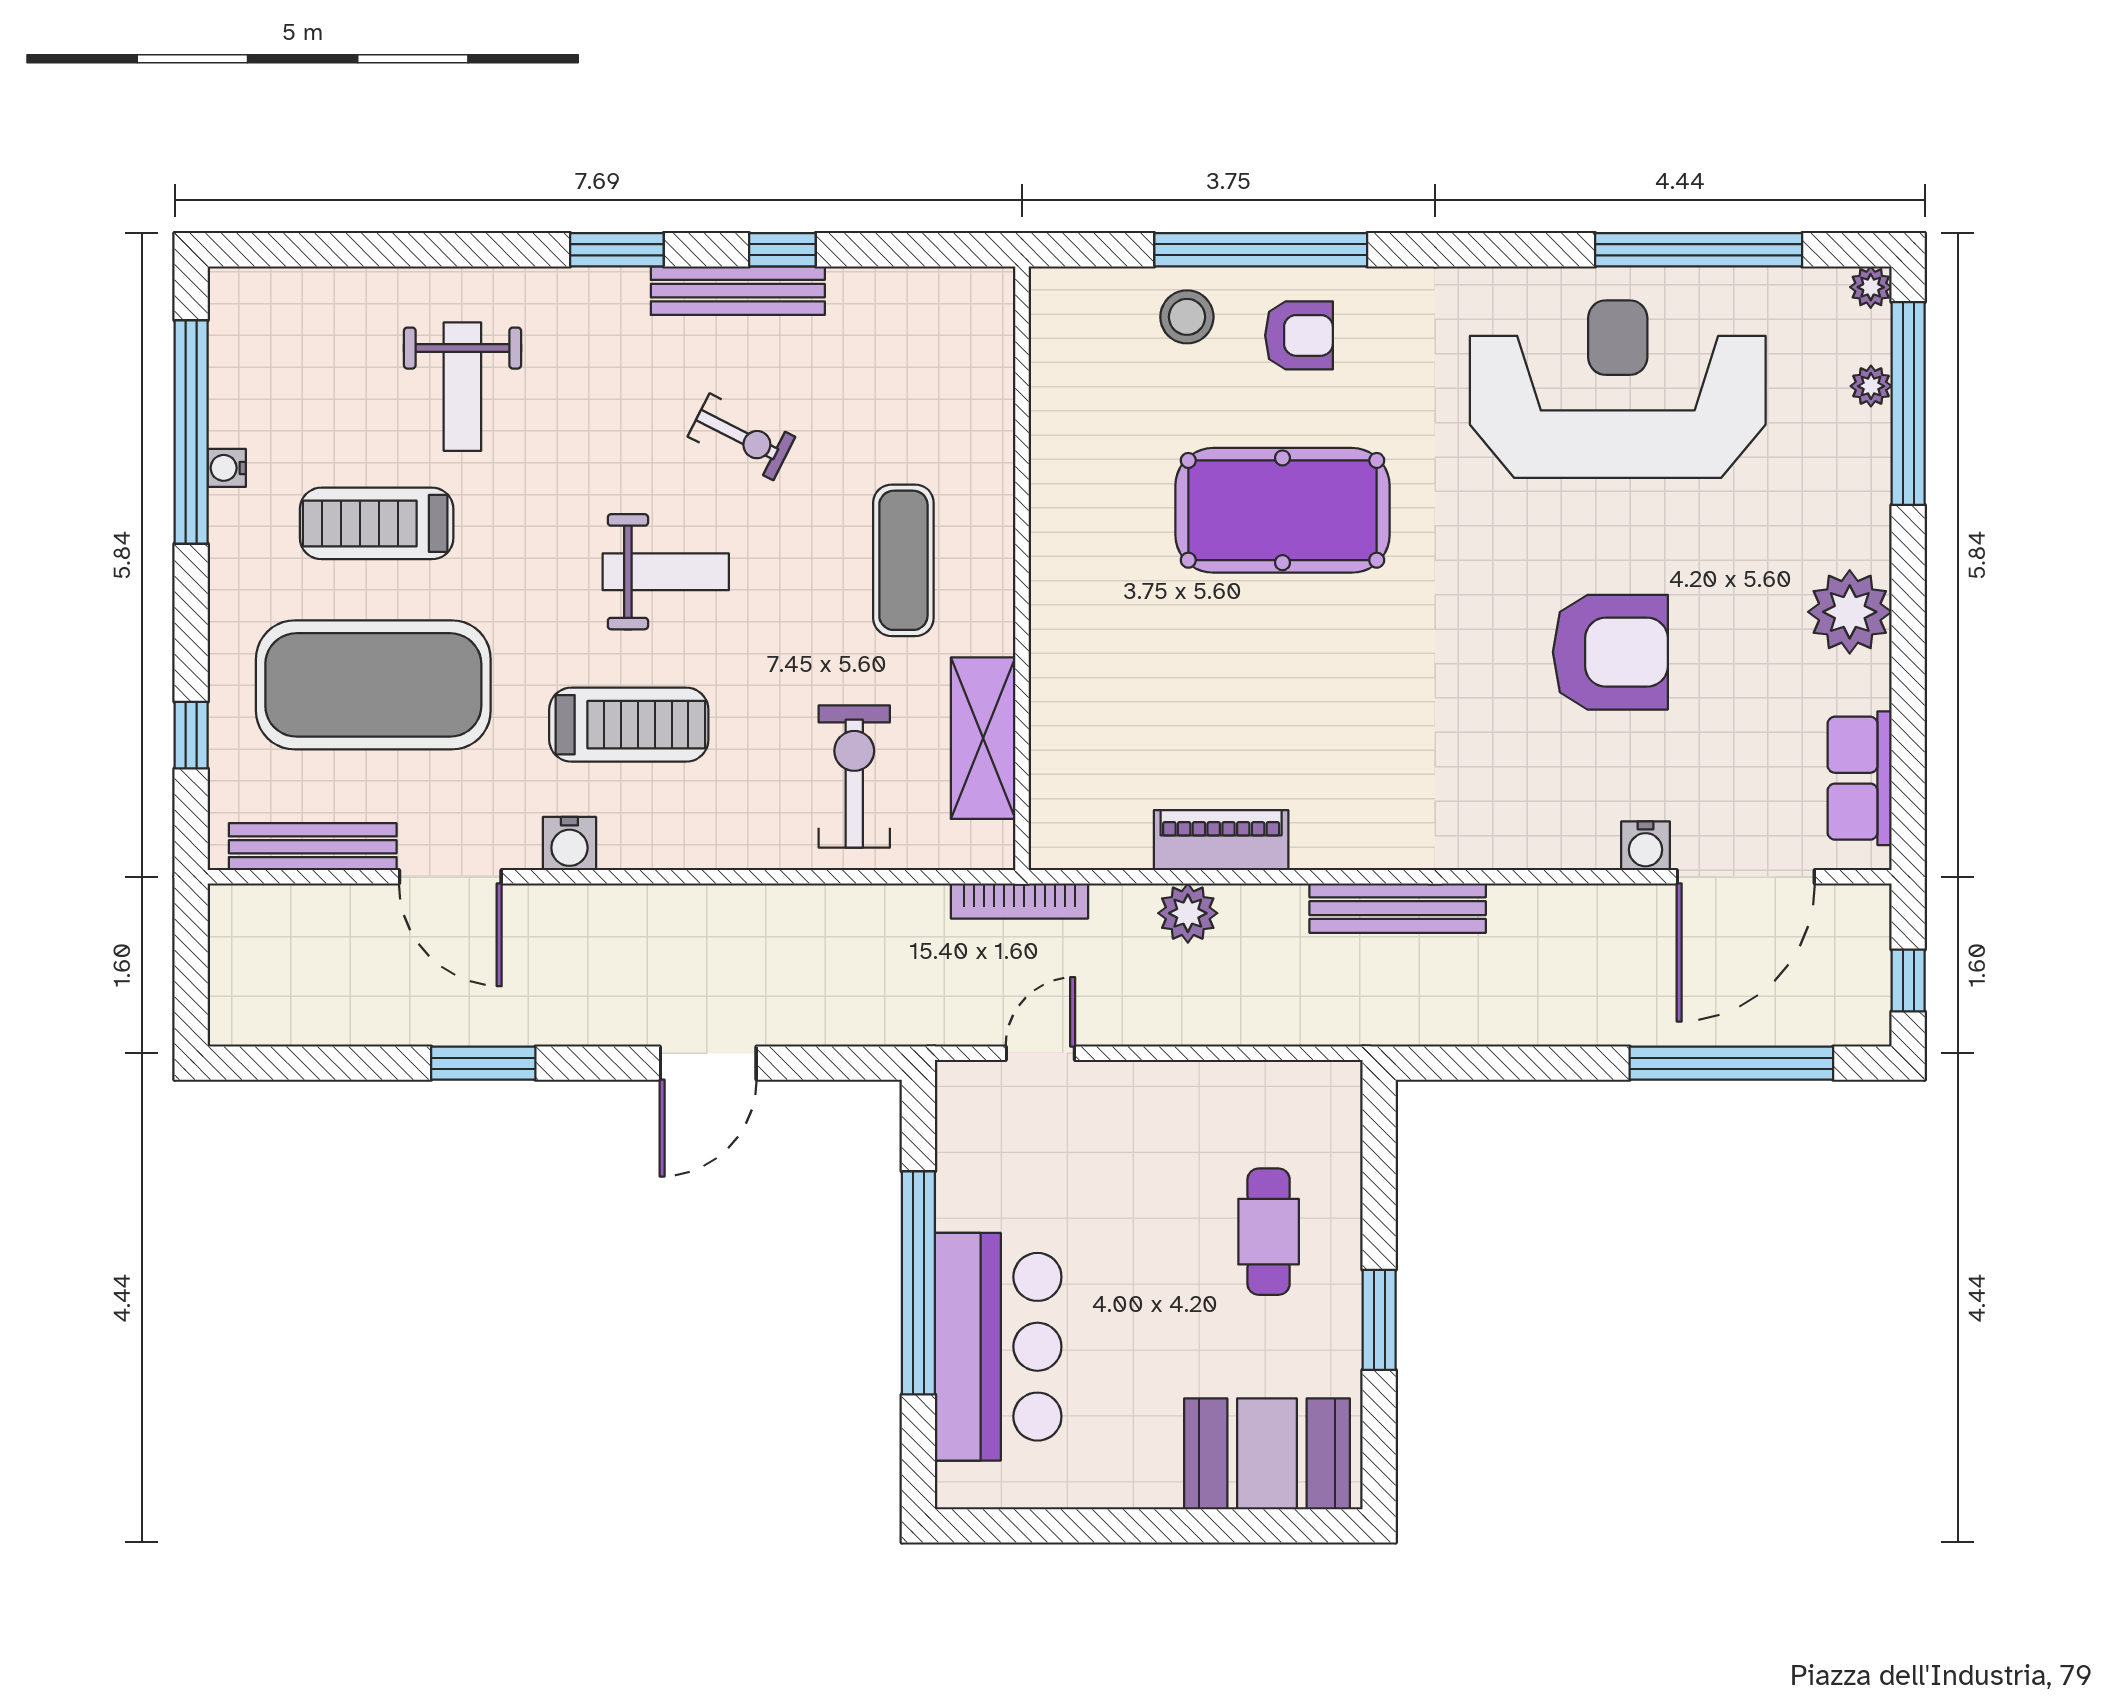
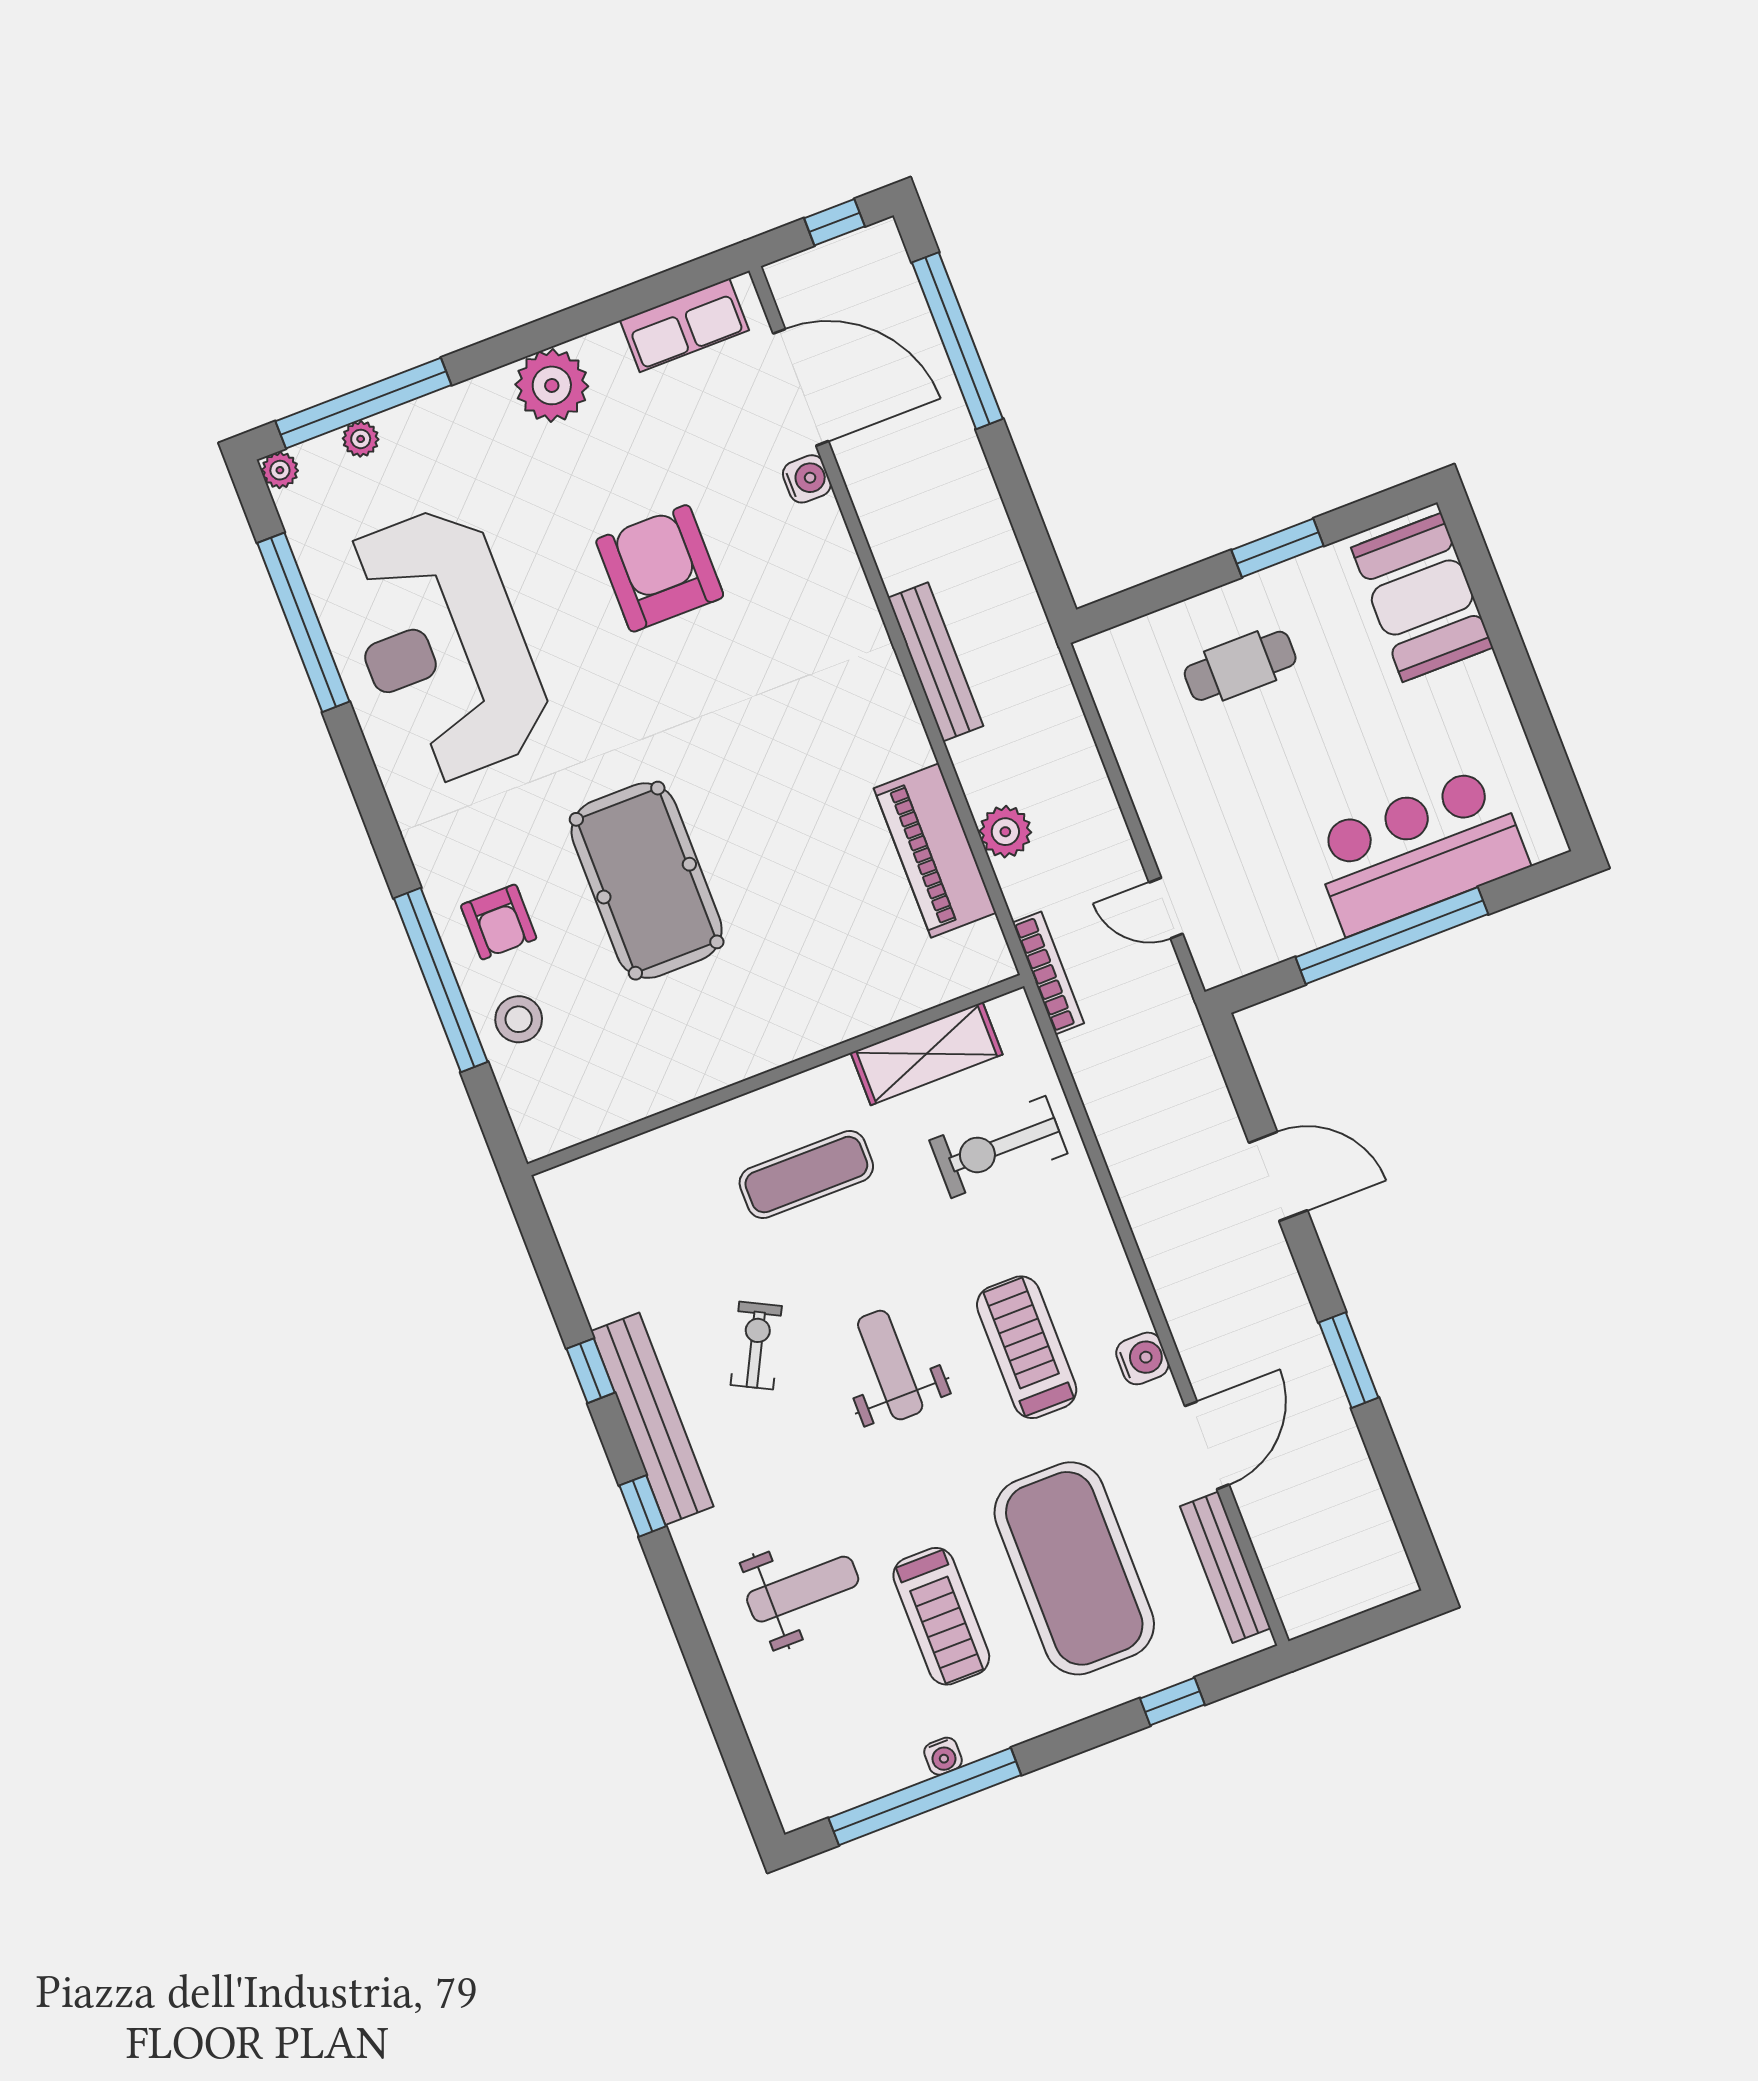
window: (617, 250) -> (643, 1506), width x0.67
bench: (738, 291) -> (652, 1419), width x1.37, depth x1.21
armchair: (1299, 335) -> (499, 922), turned 180
piano: (1221, 840) -> (935, 850), width x1.37, depth x1.33

